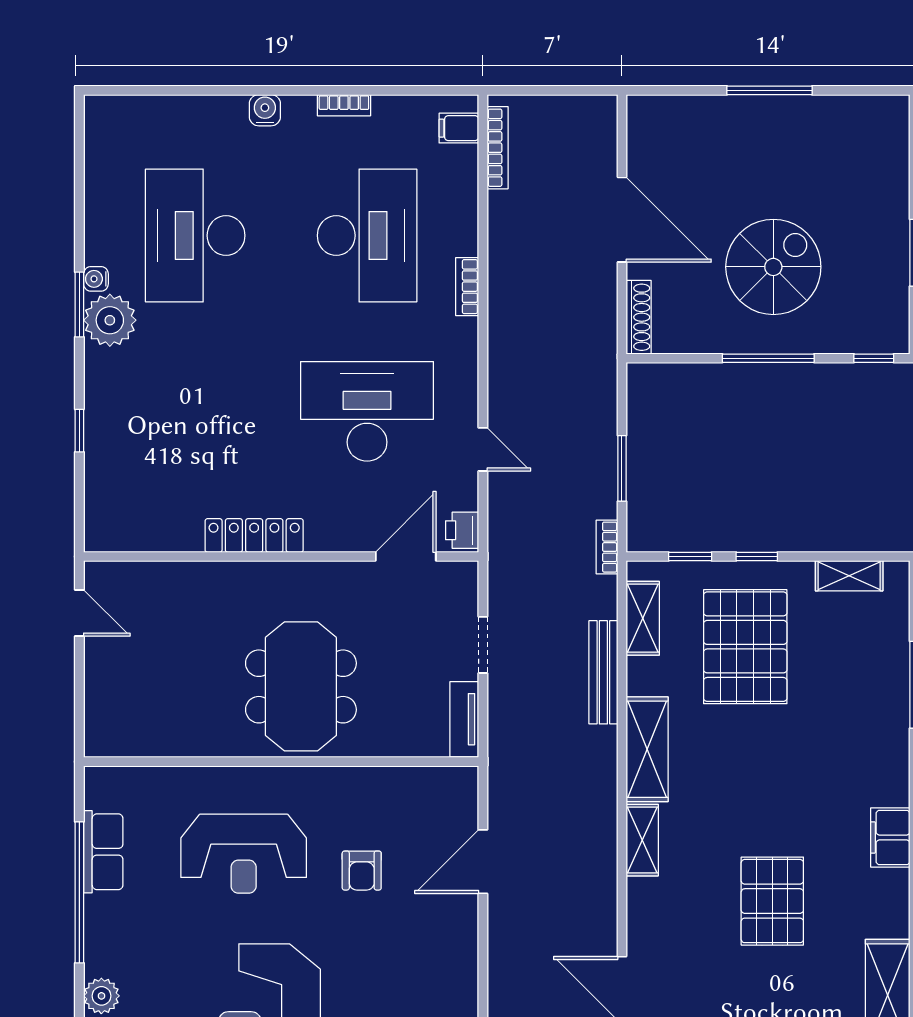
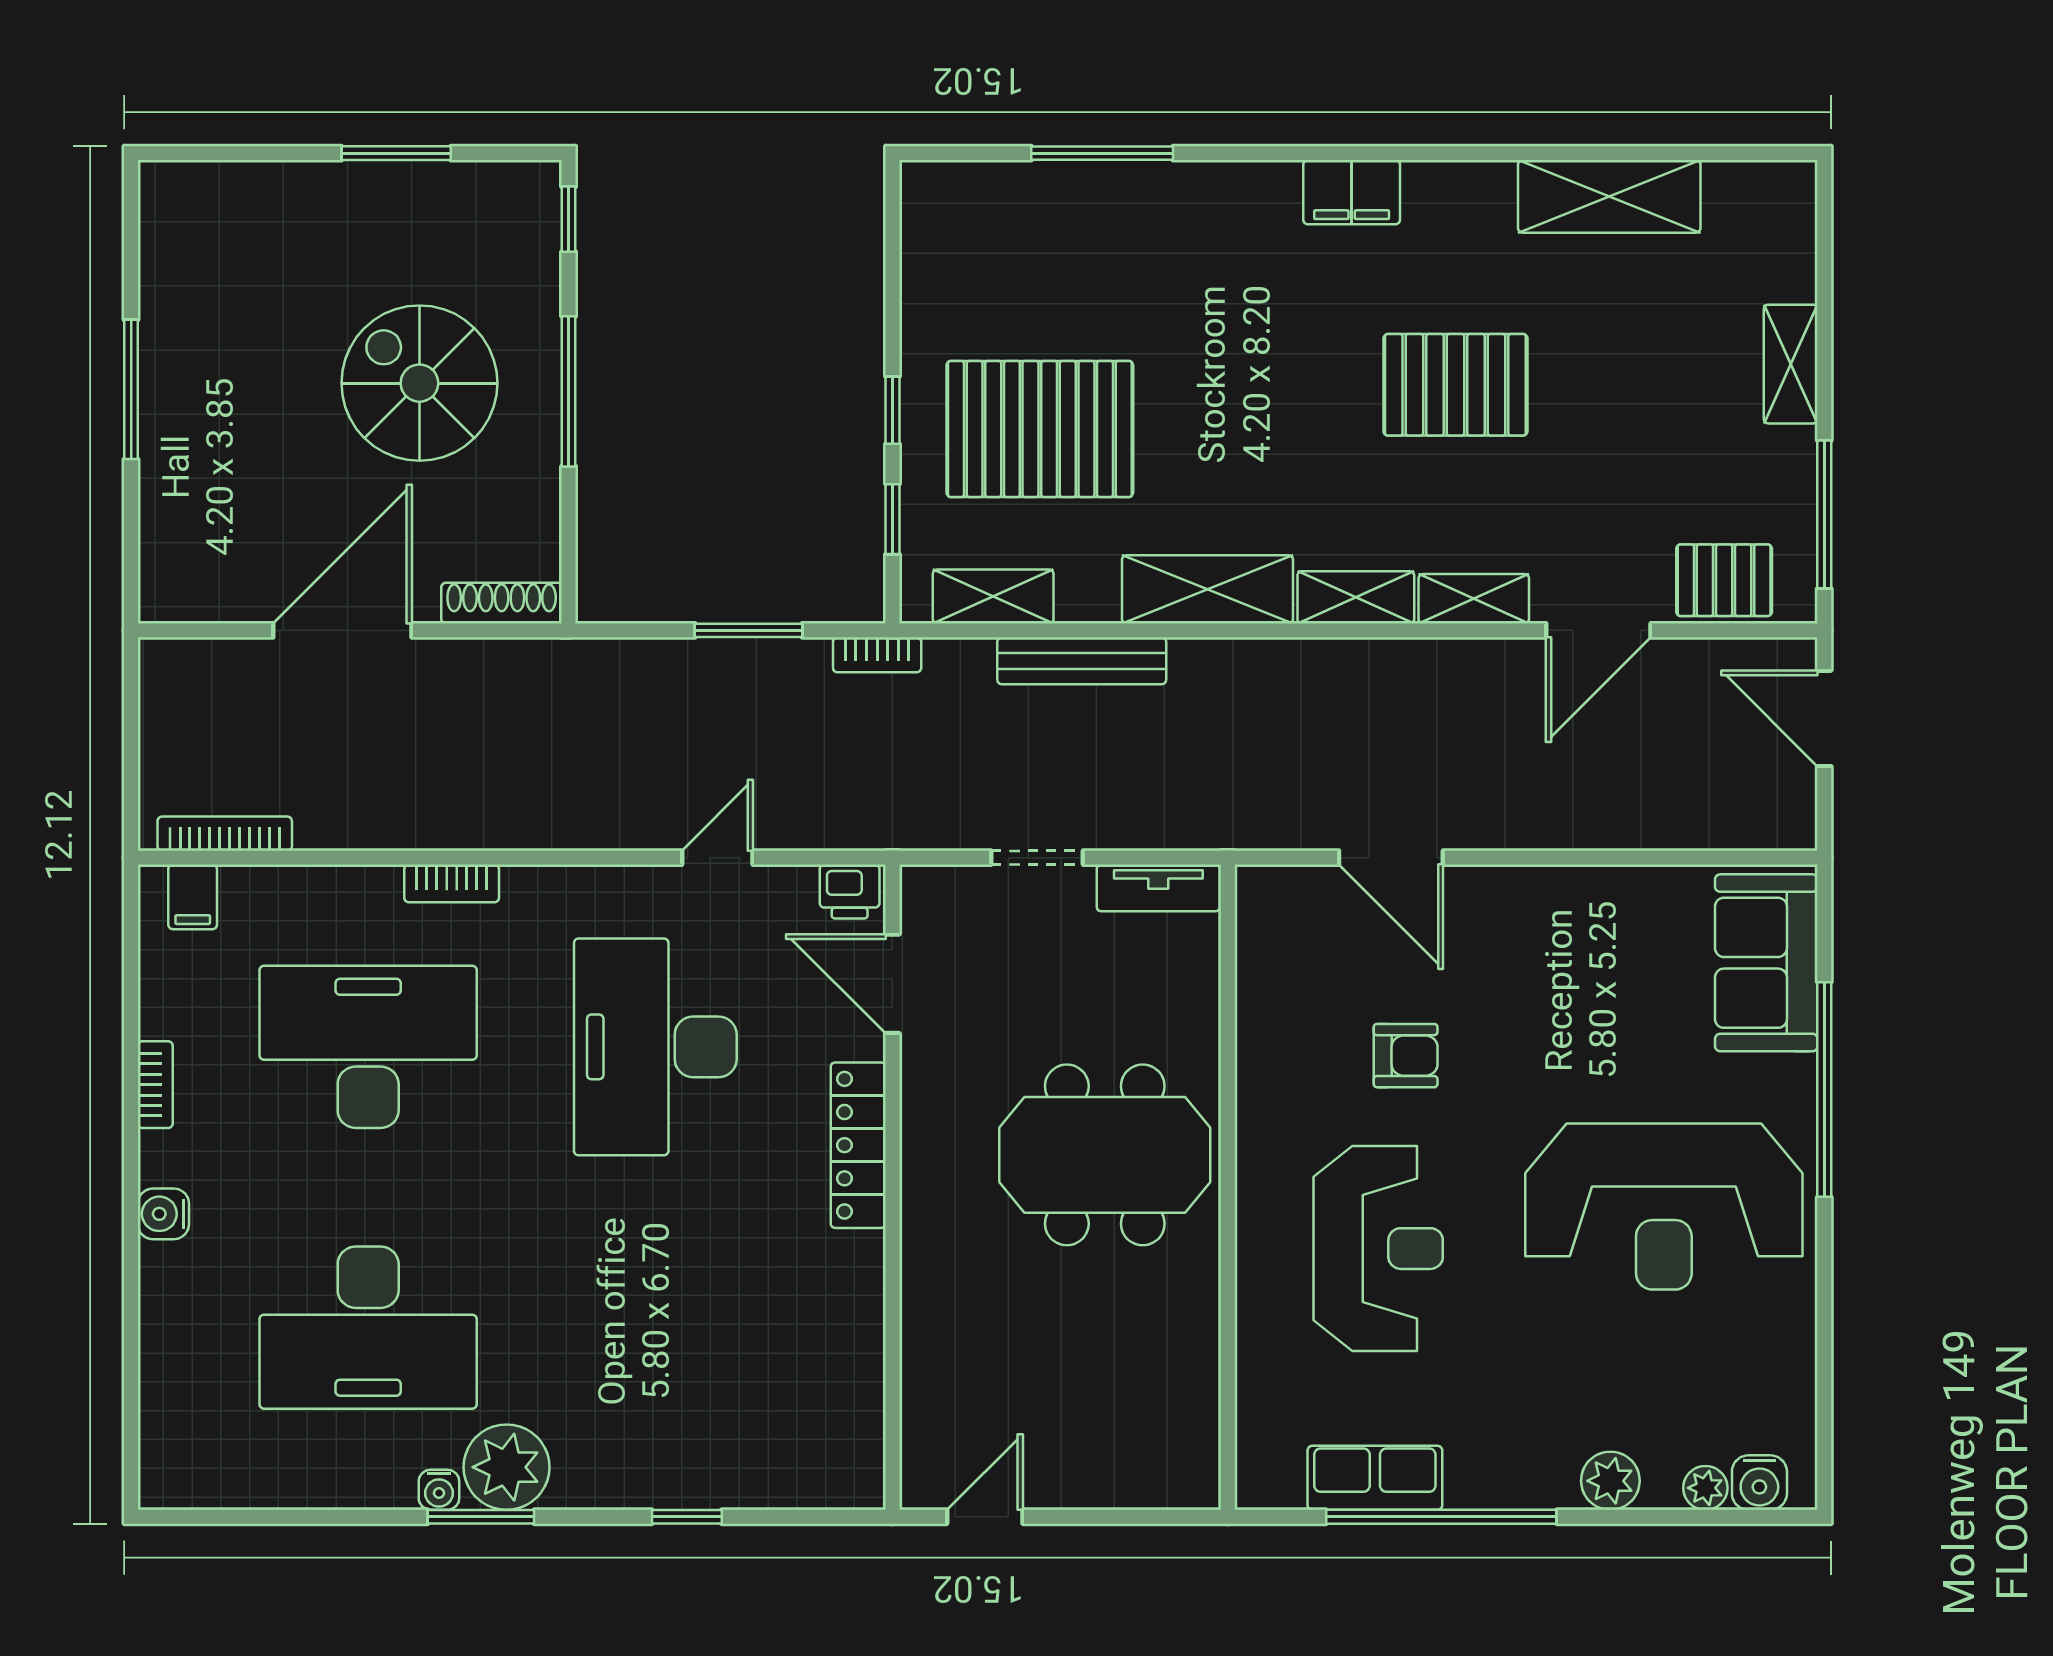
locker: (254, 535) -> (858, 1145), moved
shelving: (849, 576) -> (1474, 599), moved, turned 90

